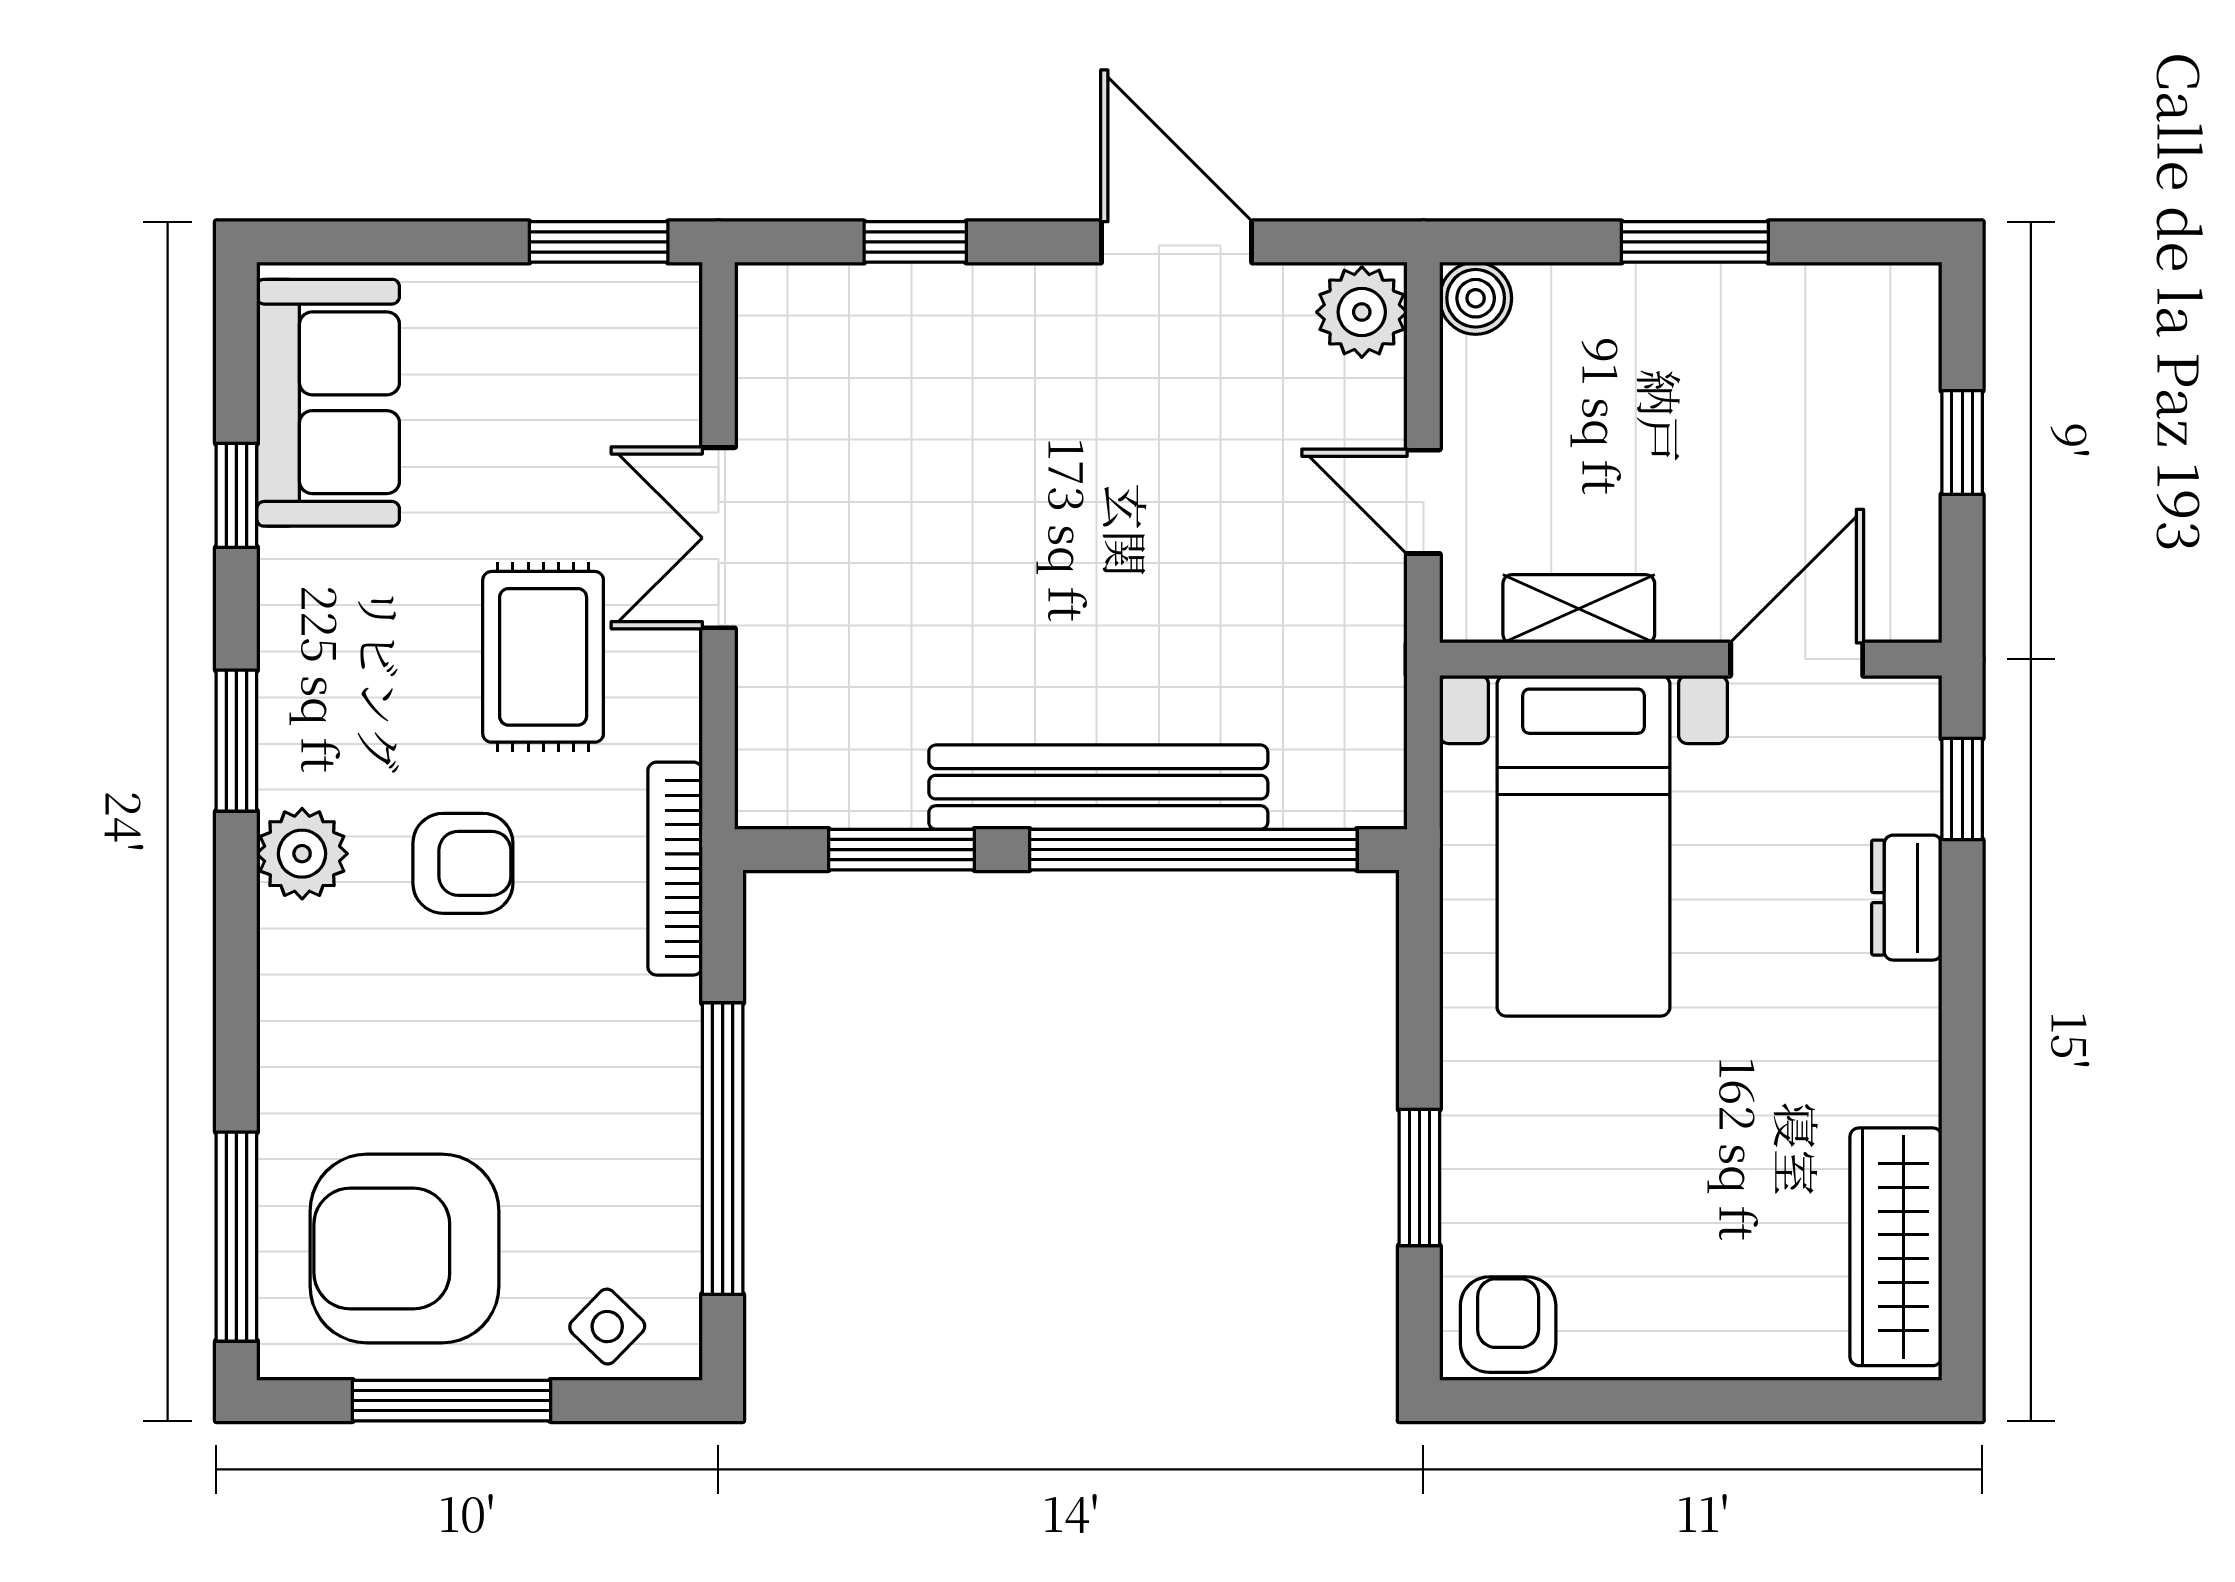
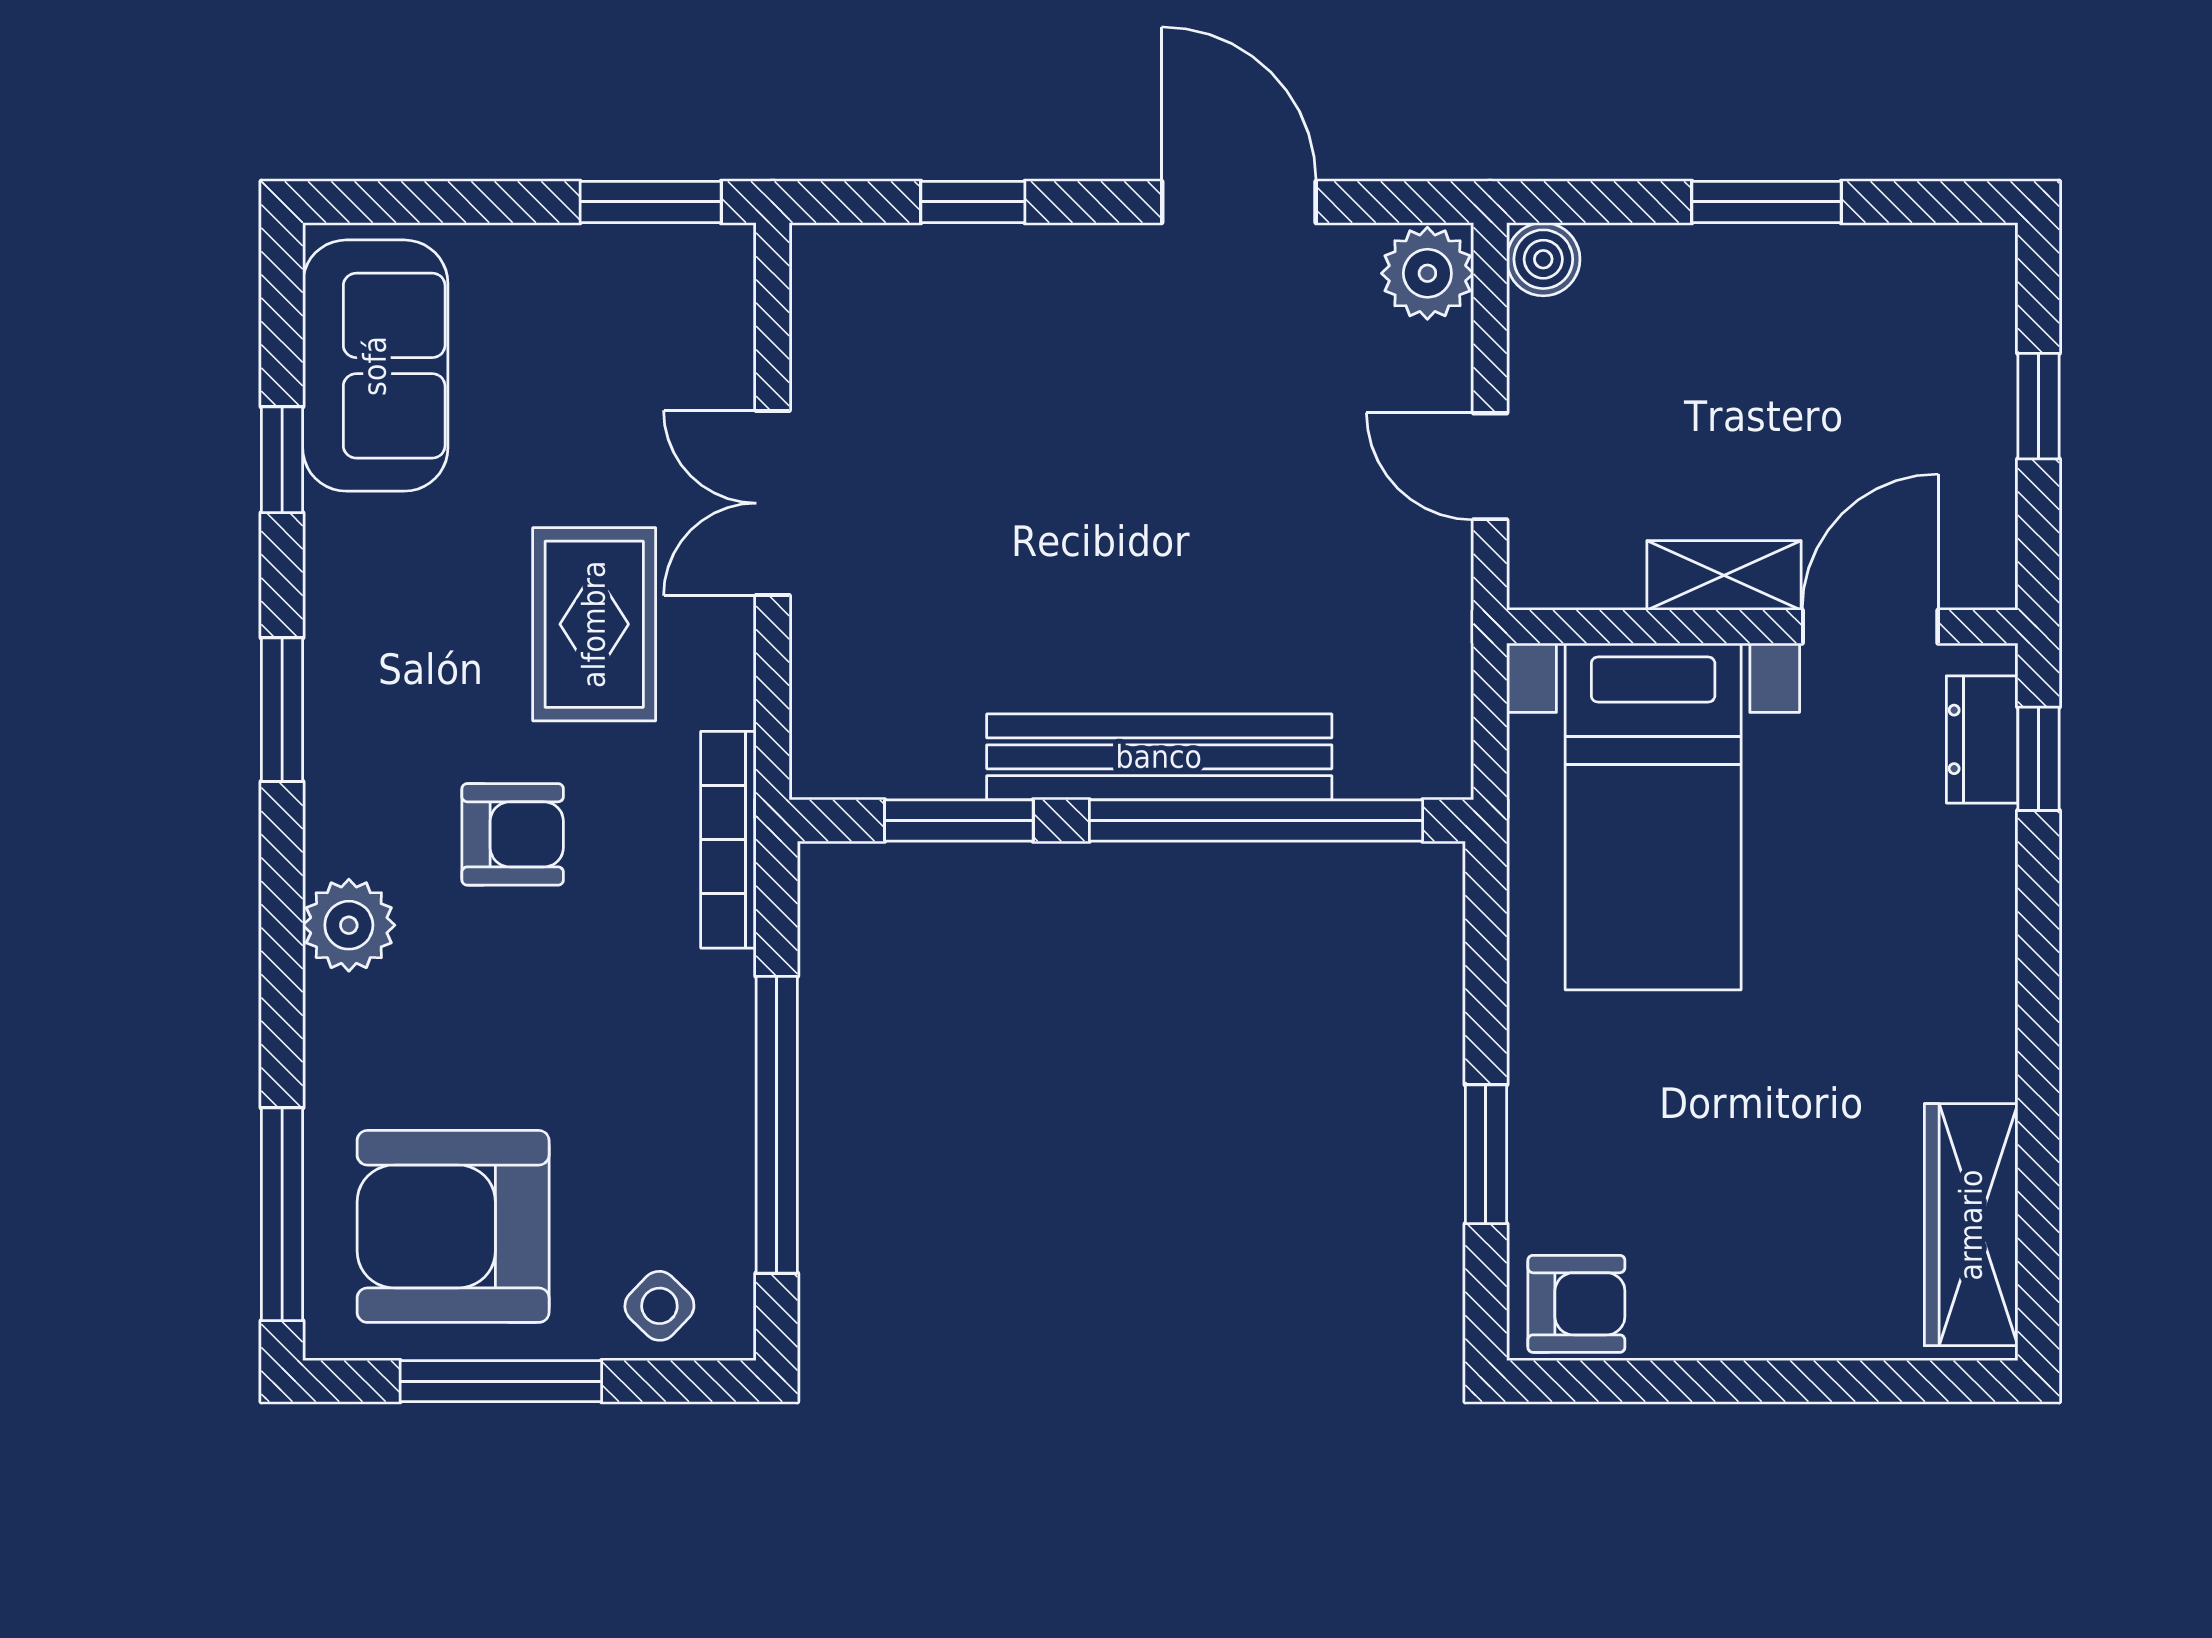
shelving: (1579, 609) -> (1724, 575), moved
plant: (302, 854) -> (349, 925), moved
dresser: (1907, 898) -> (1982, 739), moved
armchair: (1508, 1325) -> (1576, 1304), turned 90

